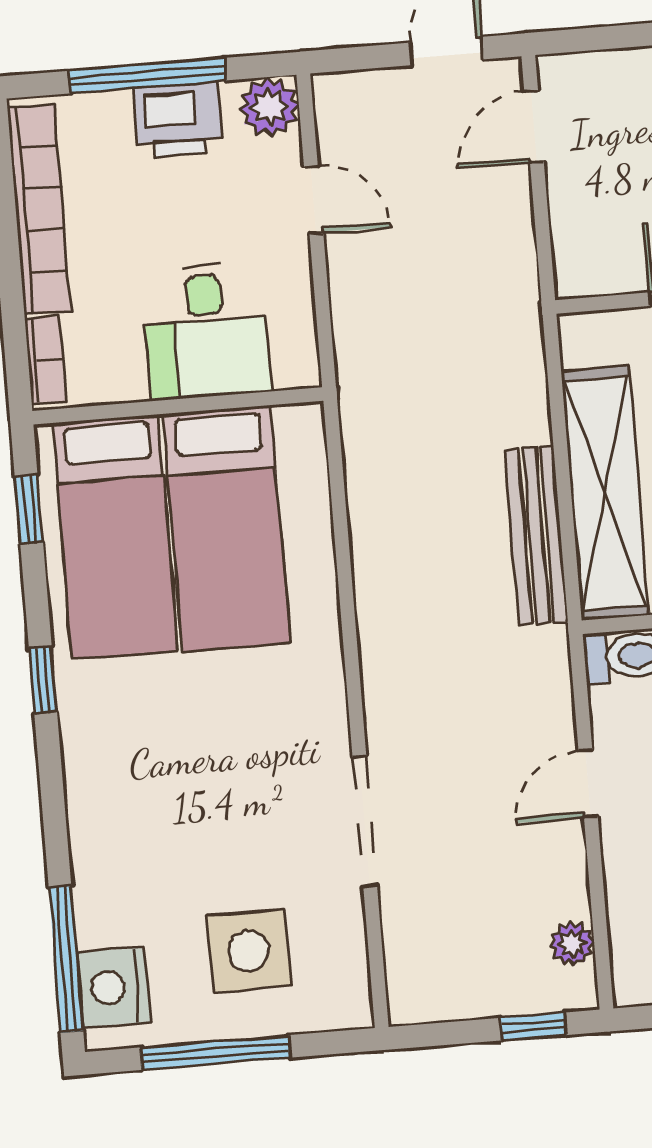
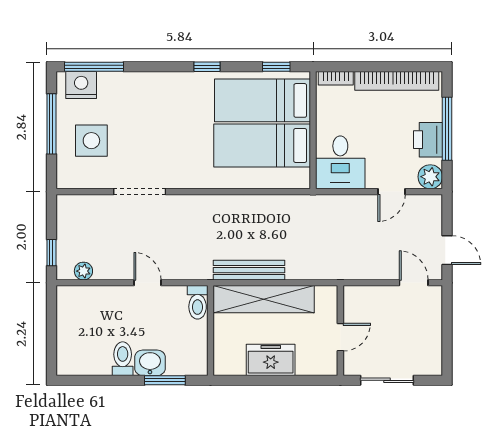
desk: (206, 331) -> (340, 162), moved, turned -90

